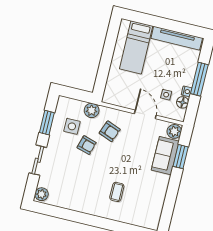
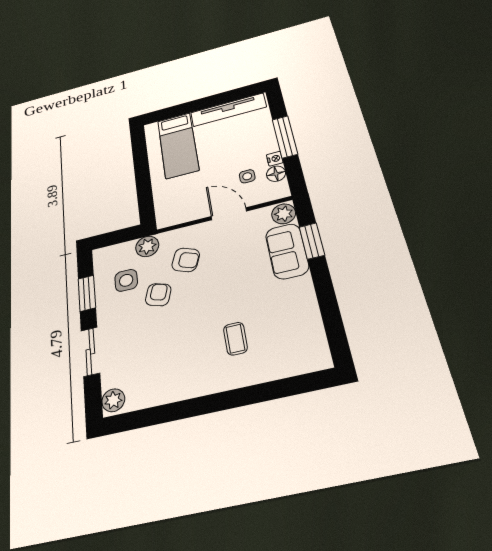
armchair: (87, 145) -> (158, 295), turned -88

